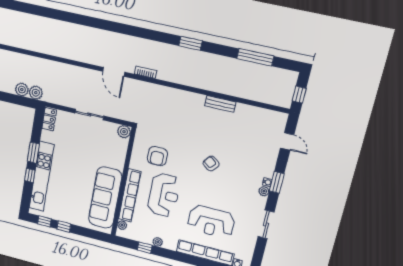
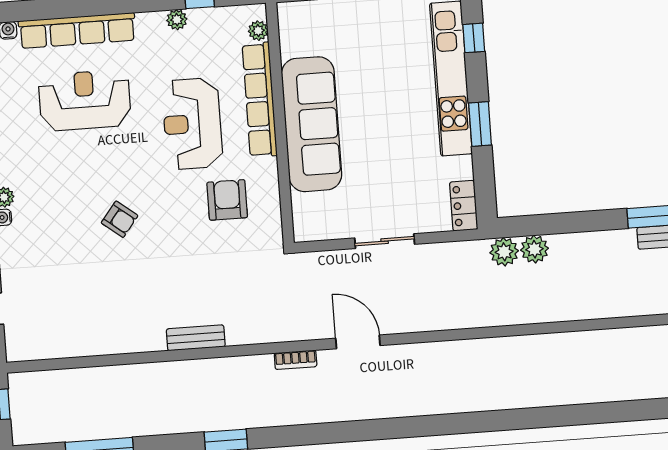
bench: (220, 104) -> (196, 338), moved
plant: (124, 132) -> (306, 228), removed
window: (30, 175) -> (474, 38), moved
sofa: (105, 198) -> (312, 124), moved

